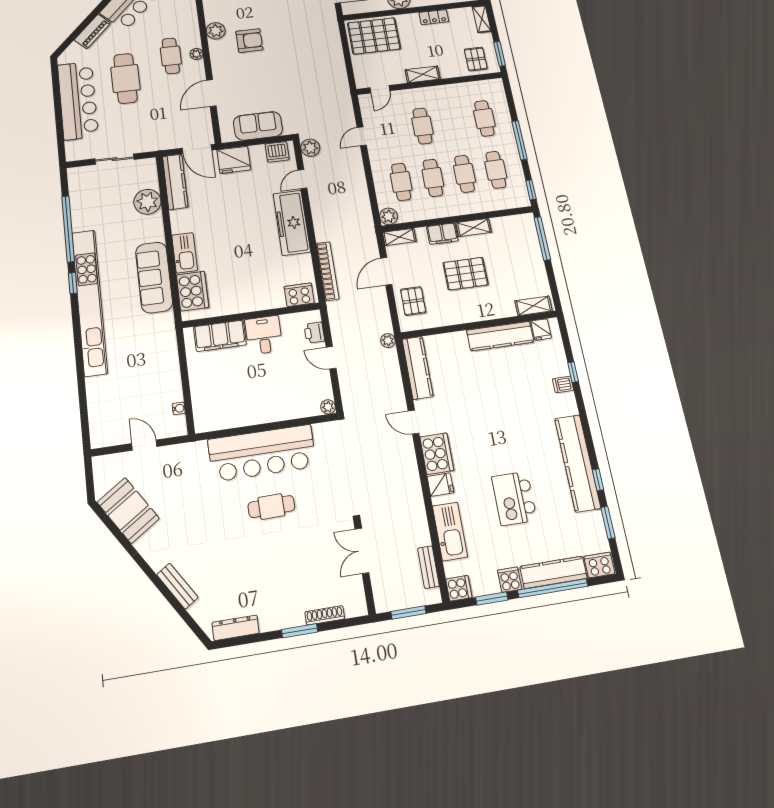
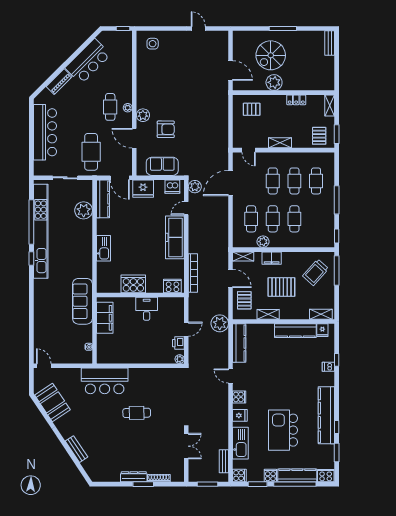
plant: (216, 31) -> (143, 115), moved
pallet: (374, 36) -> (252, 109), width x0.49, depth x0.50
armchair: (249, 41) -> (166, 129), moved
cafe table: (125, 78) -> (91, 152), moved
door: (380, 89) -> (249, 150), hinge flipped
door: (211, 93) -> (134, 138), hinge flipped
door: (362, 136) -> (230, 183), width x1.87
cafe table: (496, 170) -> (294, 181), moved
plant: (389, 216) -> (263, 242), moved
shelving: (474, 227) -> (268, 314), moved
trolley: (512, 245) -> (316, 272), added
door: (386, 271) -> (230, 278), swing flipped
sofa: (154, 277) -> (82, 301), moved
cooker: (193, 291) -> (133, 284), moved, turned -90
kitchen unit: (90, 302) -> (41, 231), moved
printer: (314, 333) -> (178, 343), moved
filing cabinet: (220, 336) -> (105, 318), moved, turned -90
plant: (388, 341) -> (220, 323), width x1.88, depth x1.88
door: (331, 358) -> (186, 329), swing flipped
door: (144, 445) -> (44, 366), moved
bar counter: (262, 453) -> (105, 381), moved, width x0.73
cooker: (437, 454) -> (239, 397), width x0.53, depth x0.76
kitchen island: (514, 498) -> (283, 430), width x1.37, depth x1.28
double door: (362, 551) -> (186, 446), swing flipped
dresser: (236, 628) -> (134, 477), moved

